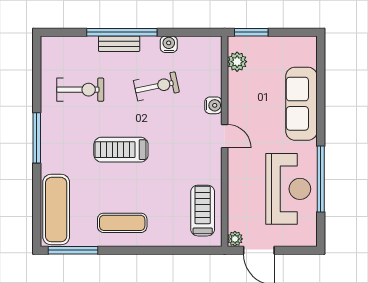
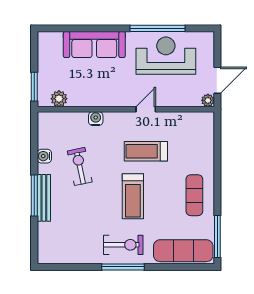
window: (122, 32) -> (34, 195), width x0.68
bench: (119, 44) -> (44, 198), width x1.36
exercise bike: (80, 90) -> (123, 245), moved, turned 90
door: (225, 136) -> (146, 109), moved
treadmill: (203, 211) -> (146, 151), moved

